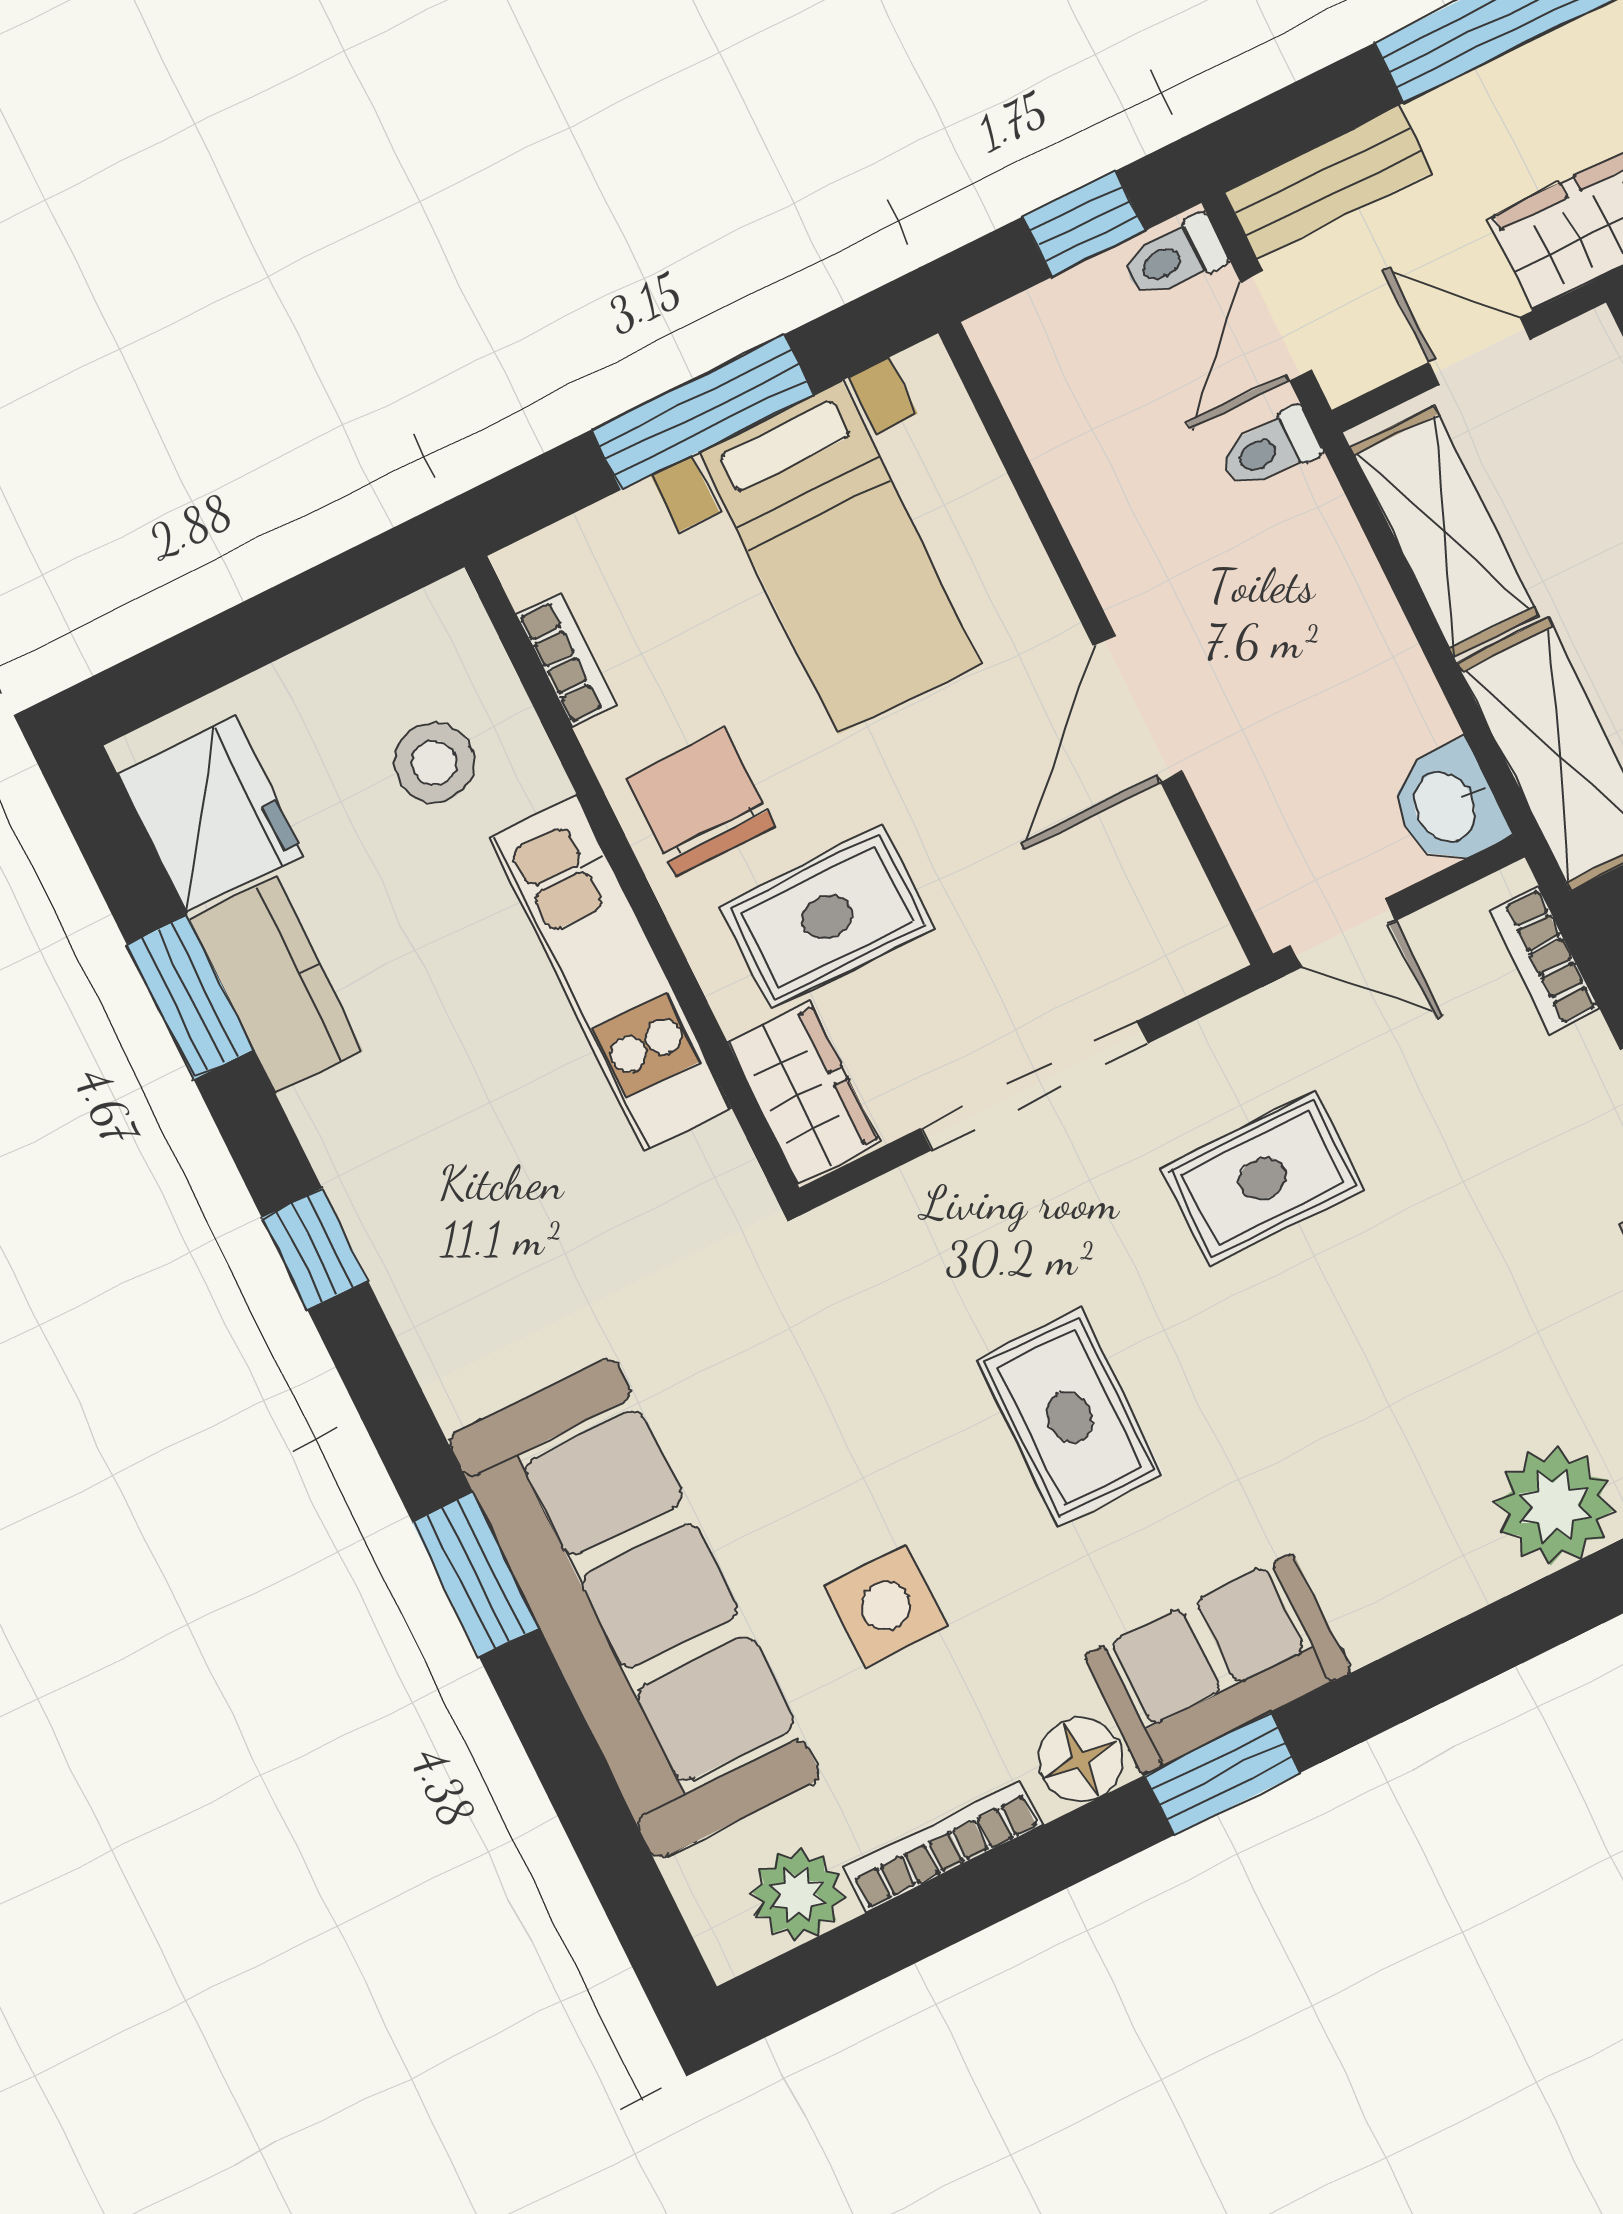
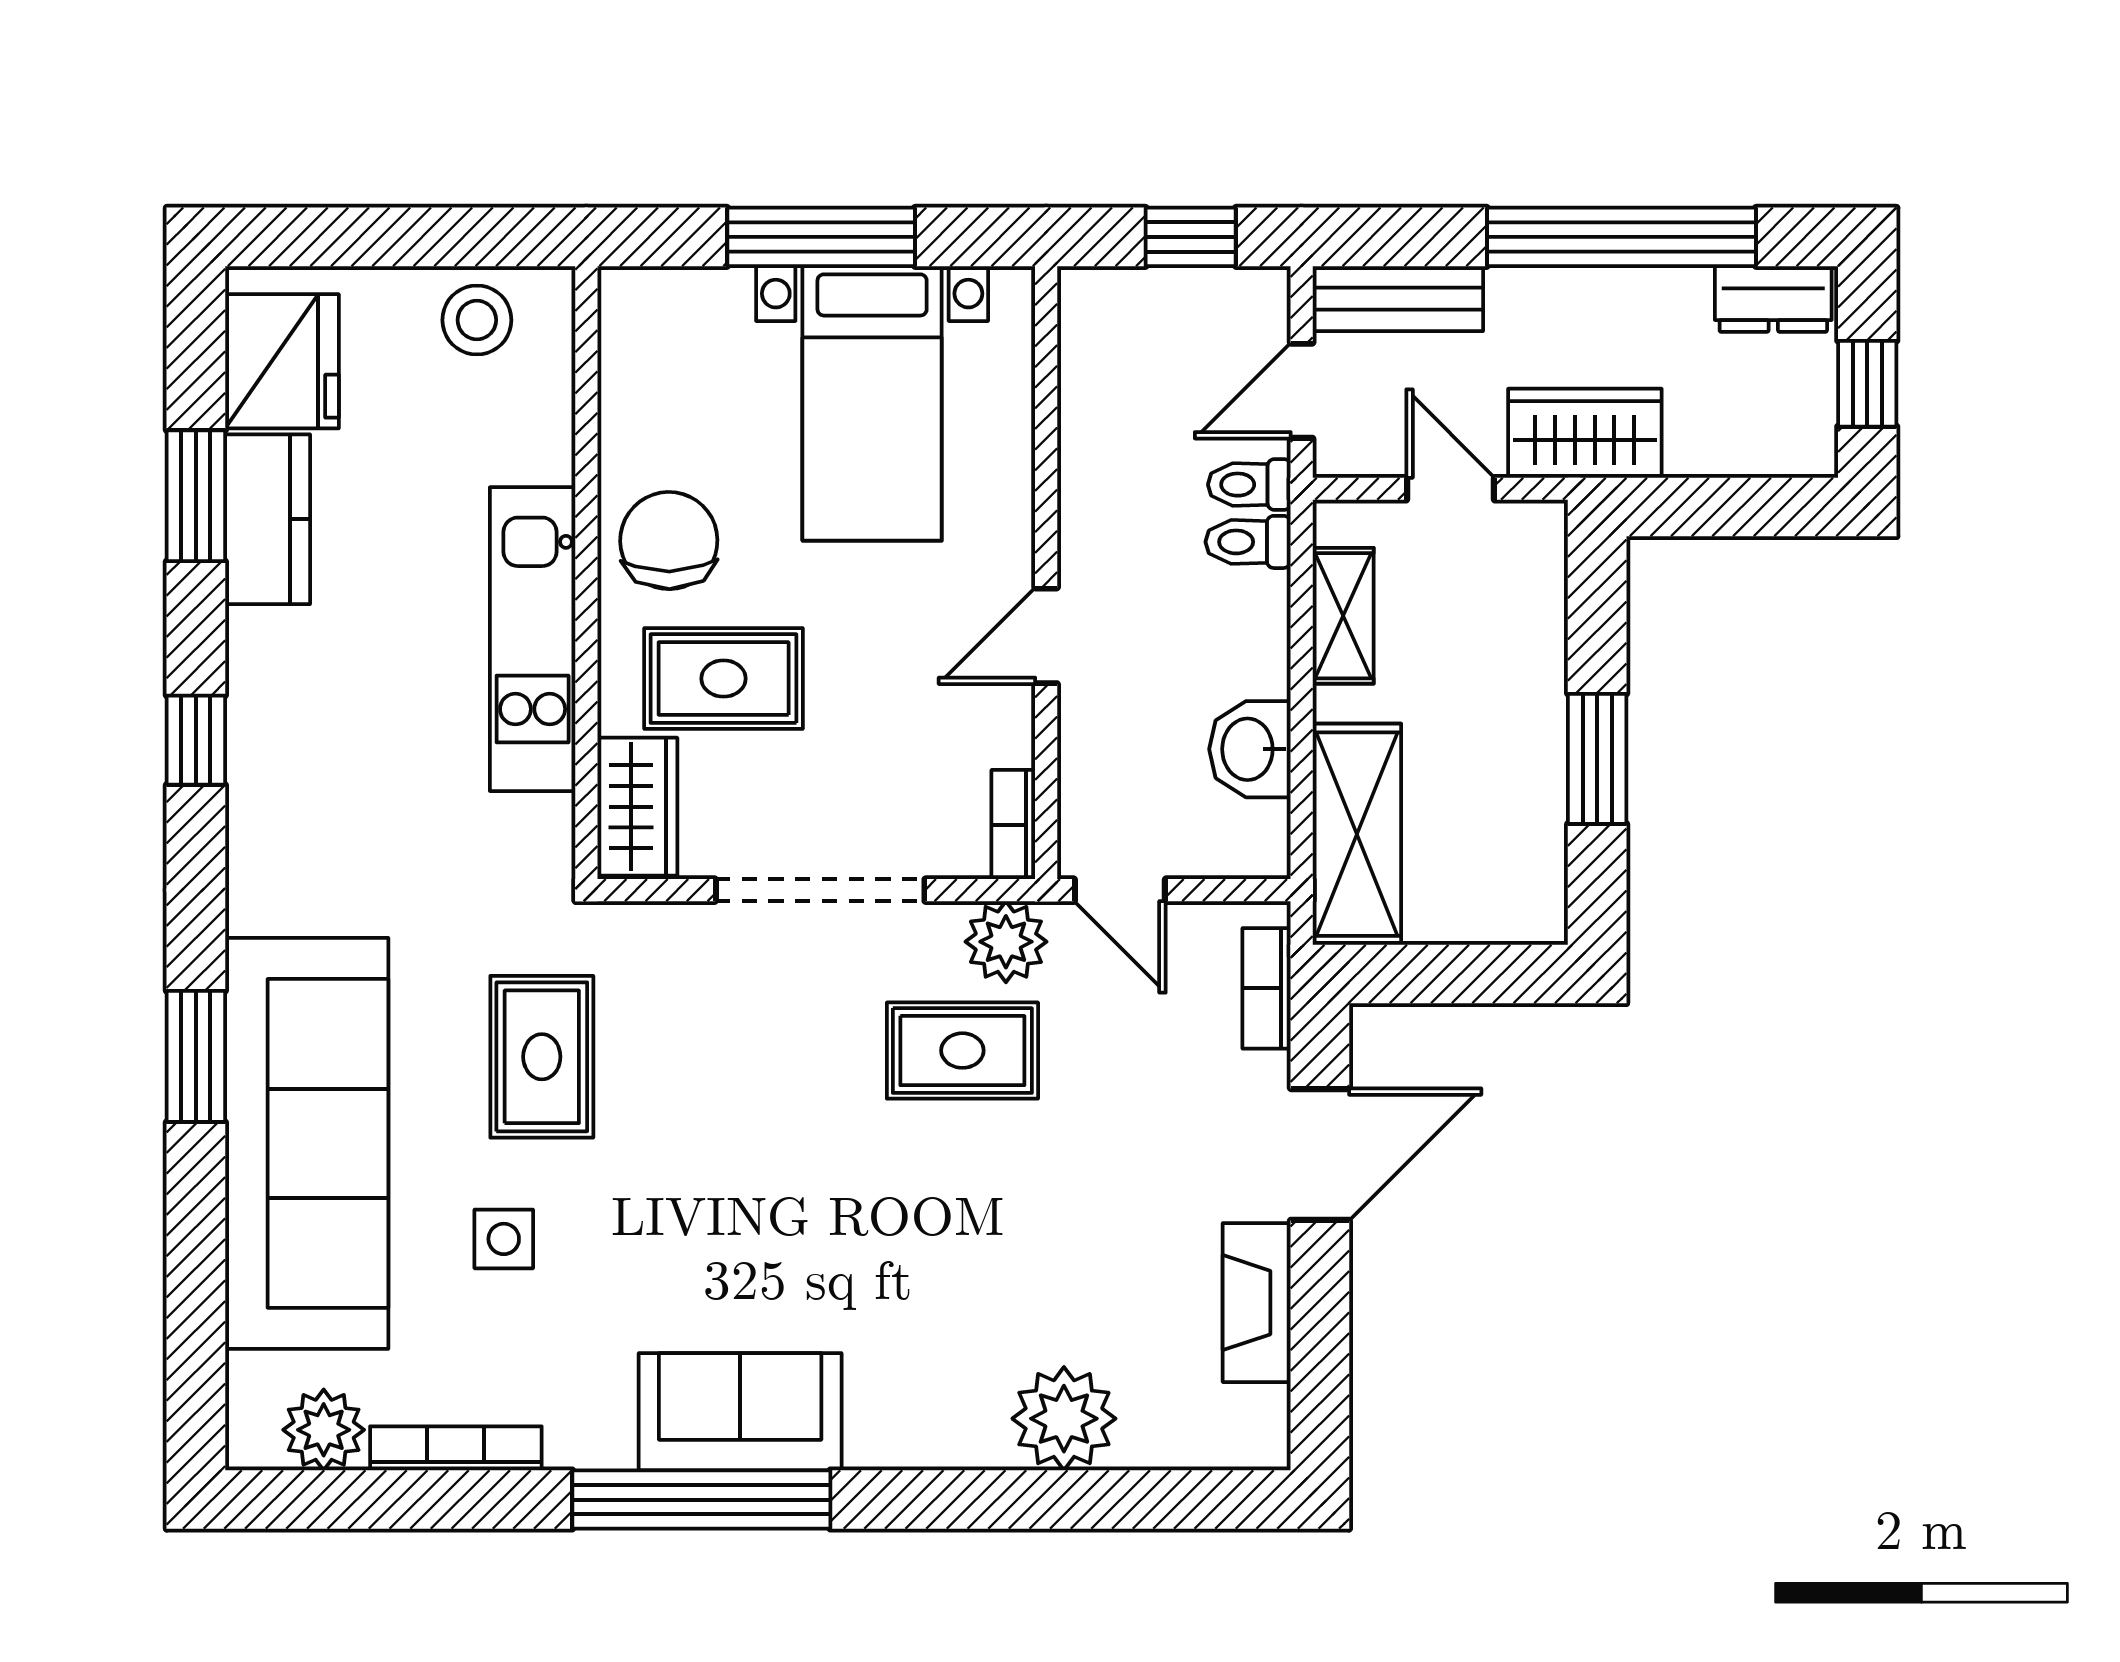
toilet: (1174, 258) -> (1248, 542), moved
shelving: (1444, 531) -> (1343, 616), width x0.67, depth x0.75
bookcase: (566, 660) -> (1013, 825), moved, turned 180
door: (1138, 708) -> (1046, 636), width x0.73
stool: (434, 763) -> (477, 320), moved
washbasin: (1447, 806) -> (1250, 749), moved
plant: (1252, 1044) -> (1006, 942), added
rug: (1069, 1417) -> (542, 1057), moved
side table: (886, 1606) -> (504, 1239), width x0.73, depth x0.73
floor lamp: (1081, 1760) -> (596, 1434), removed
window: (1222, 1774) -> (701, 1500), width x2.11

